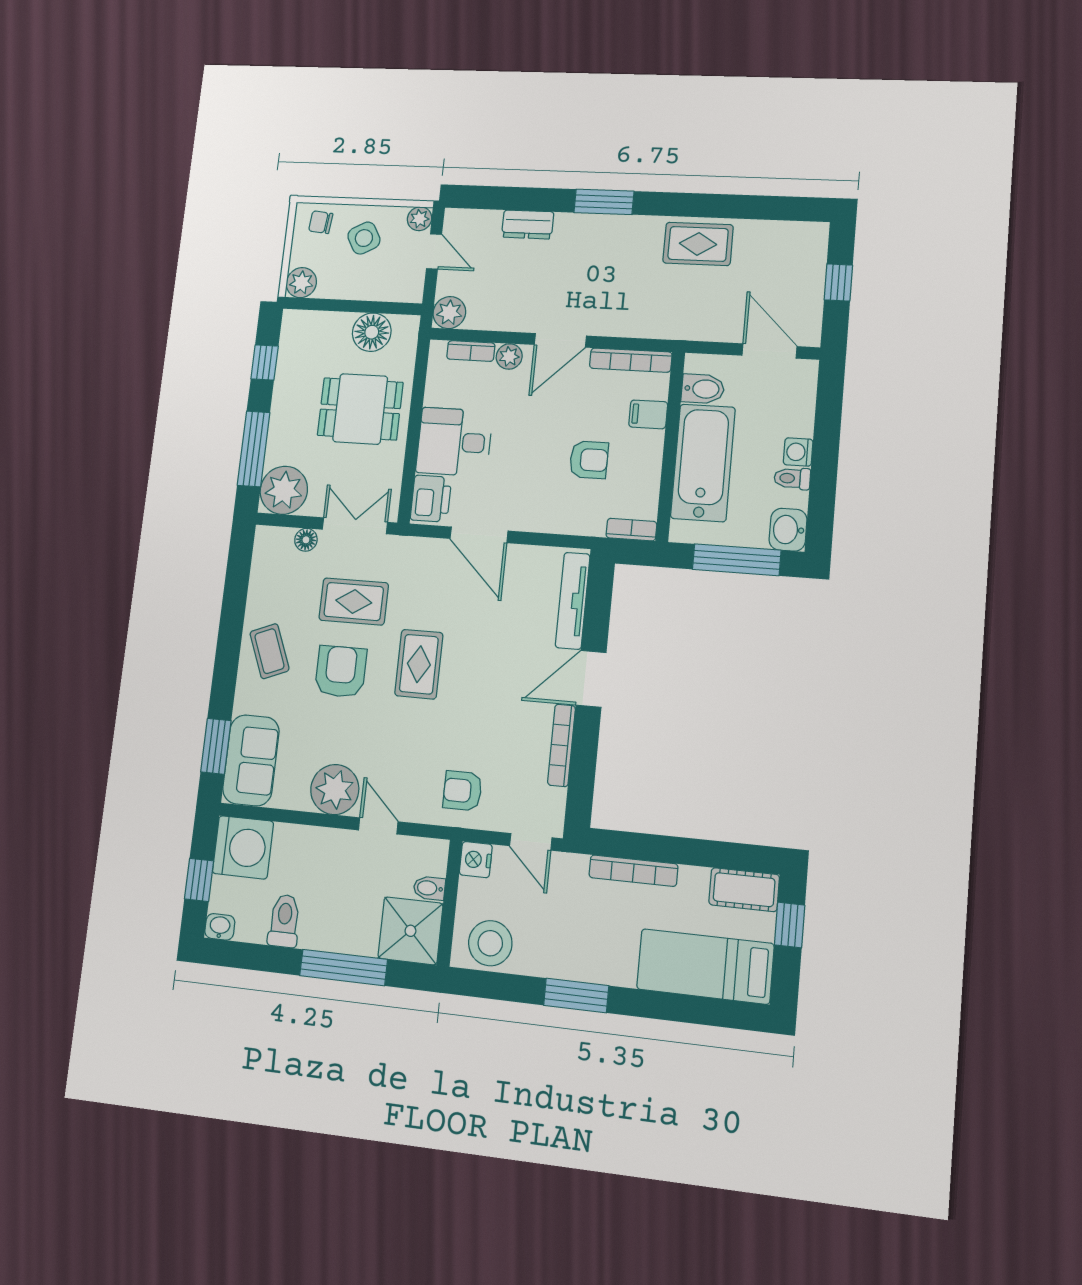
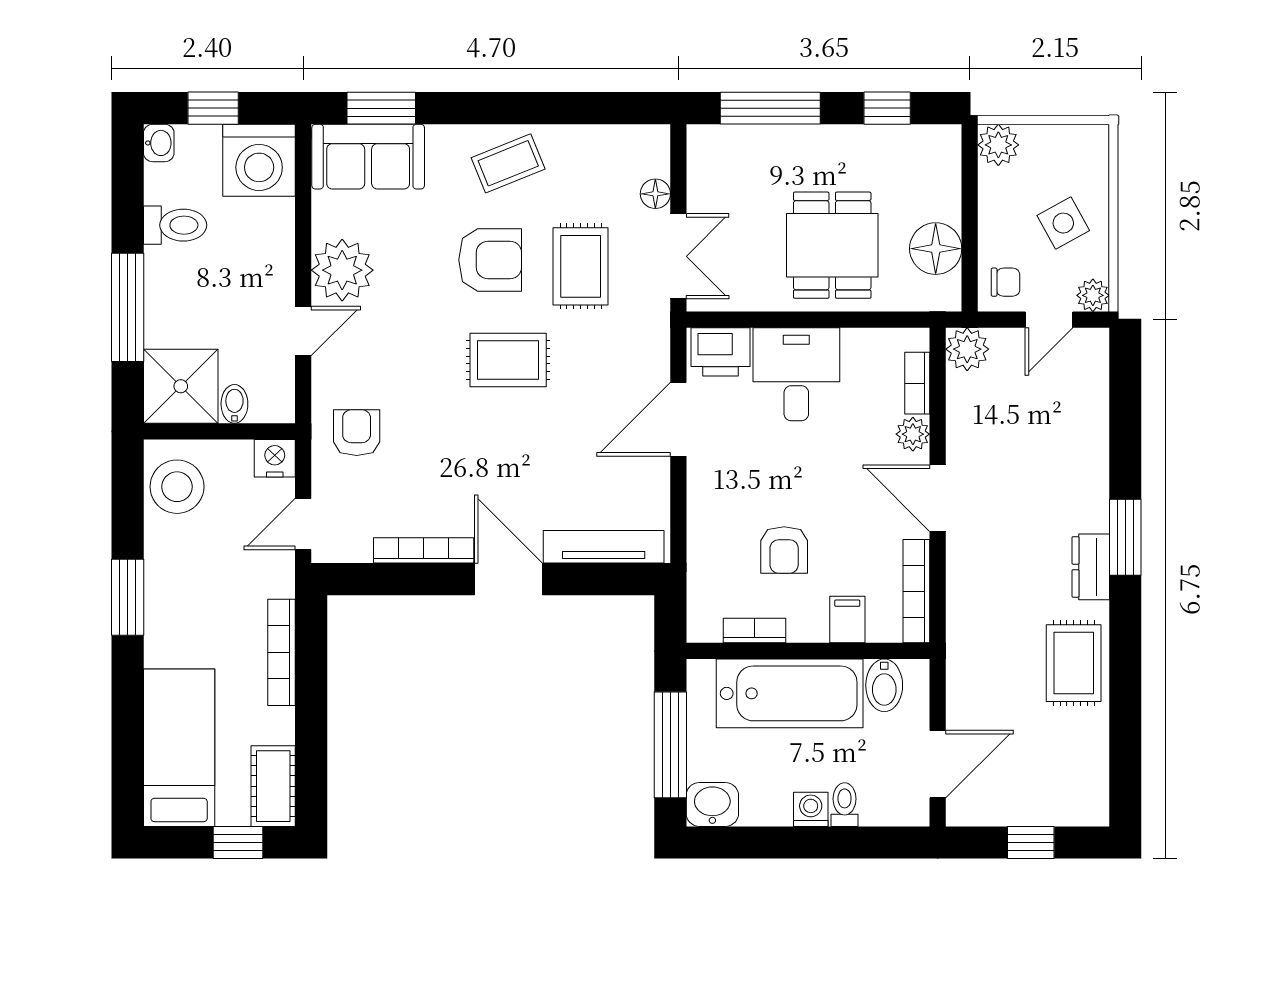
chair: (321, 222) -> (1005, 282), moved, turned 84
dresser: (528, 224) -> (1091, 567), moved
toilet: (792, 478) -> (845, 805), moved
plant: (284, 490) -> (718, 156), removed
bookcase: (631, 530) -> (755, 630), moved, turned -90

